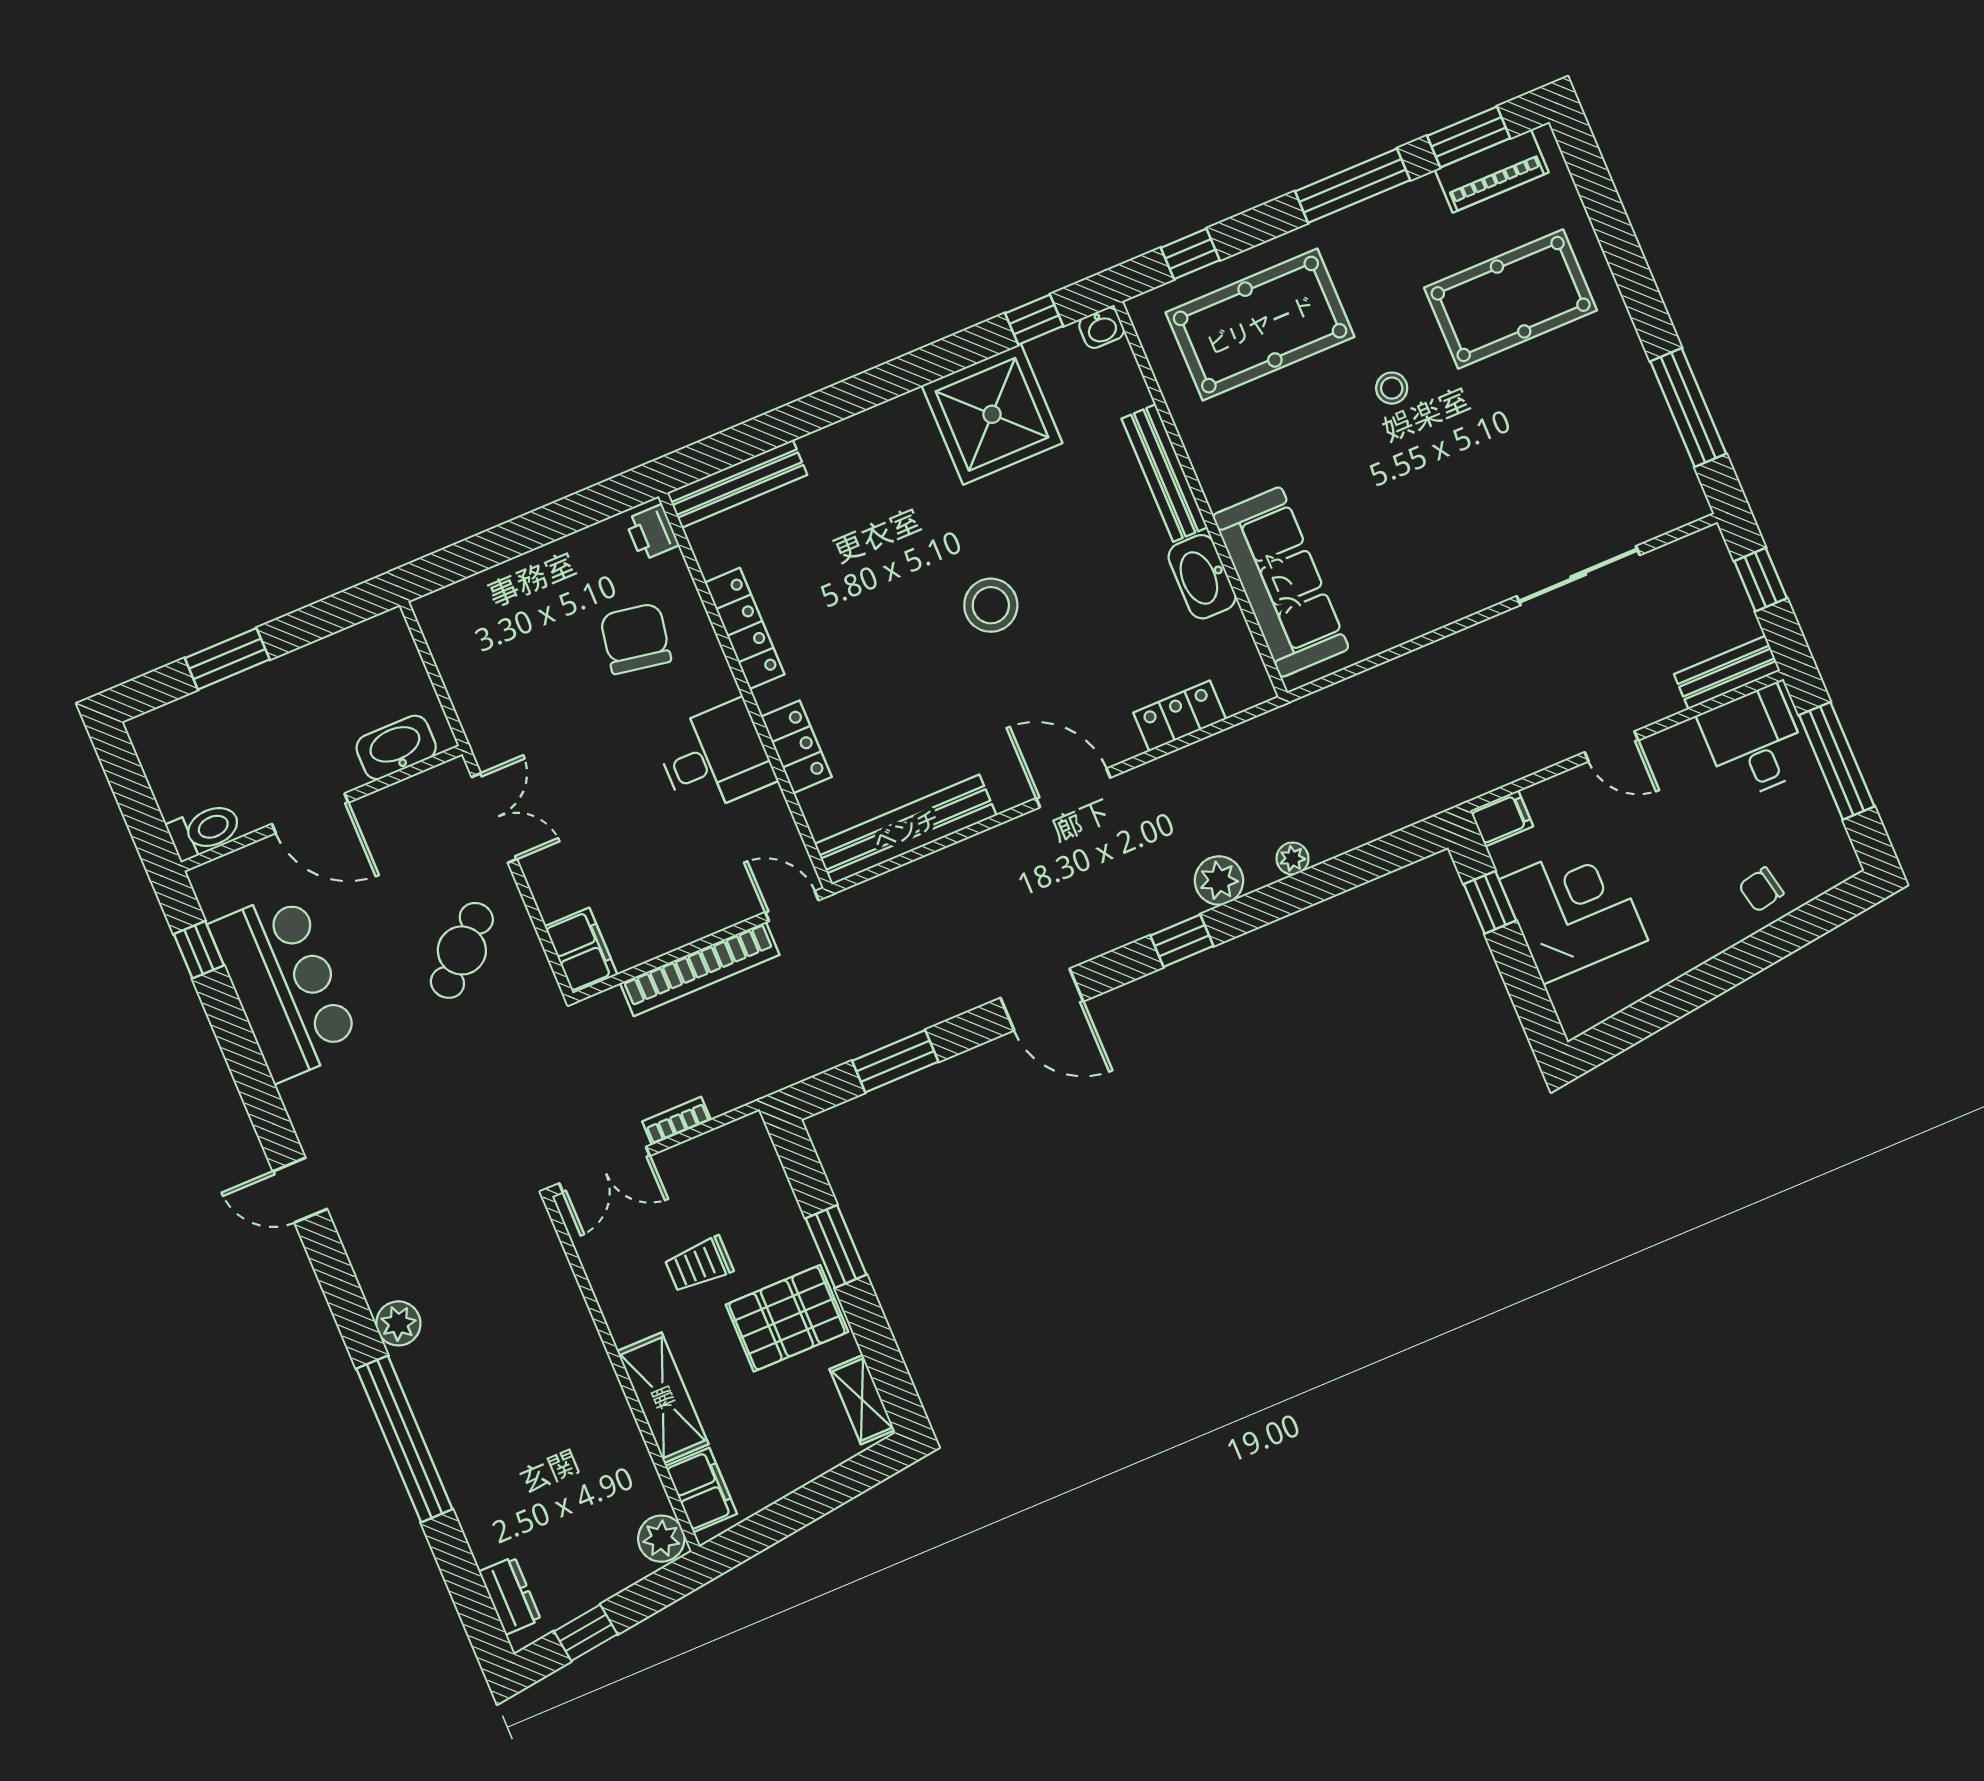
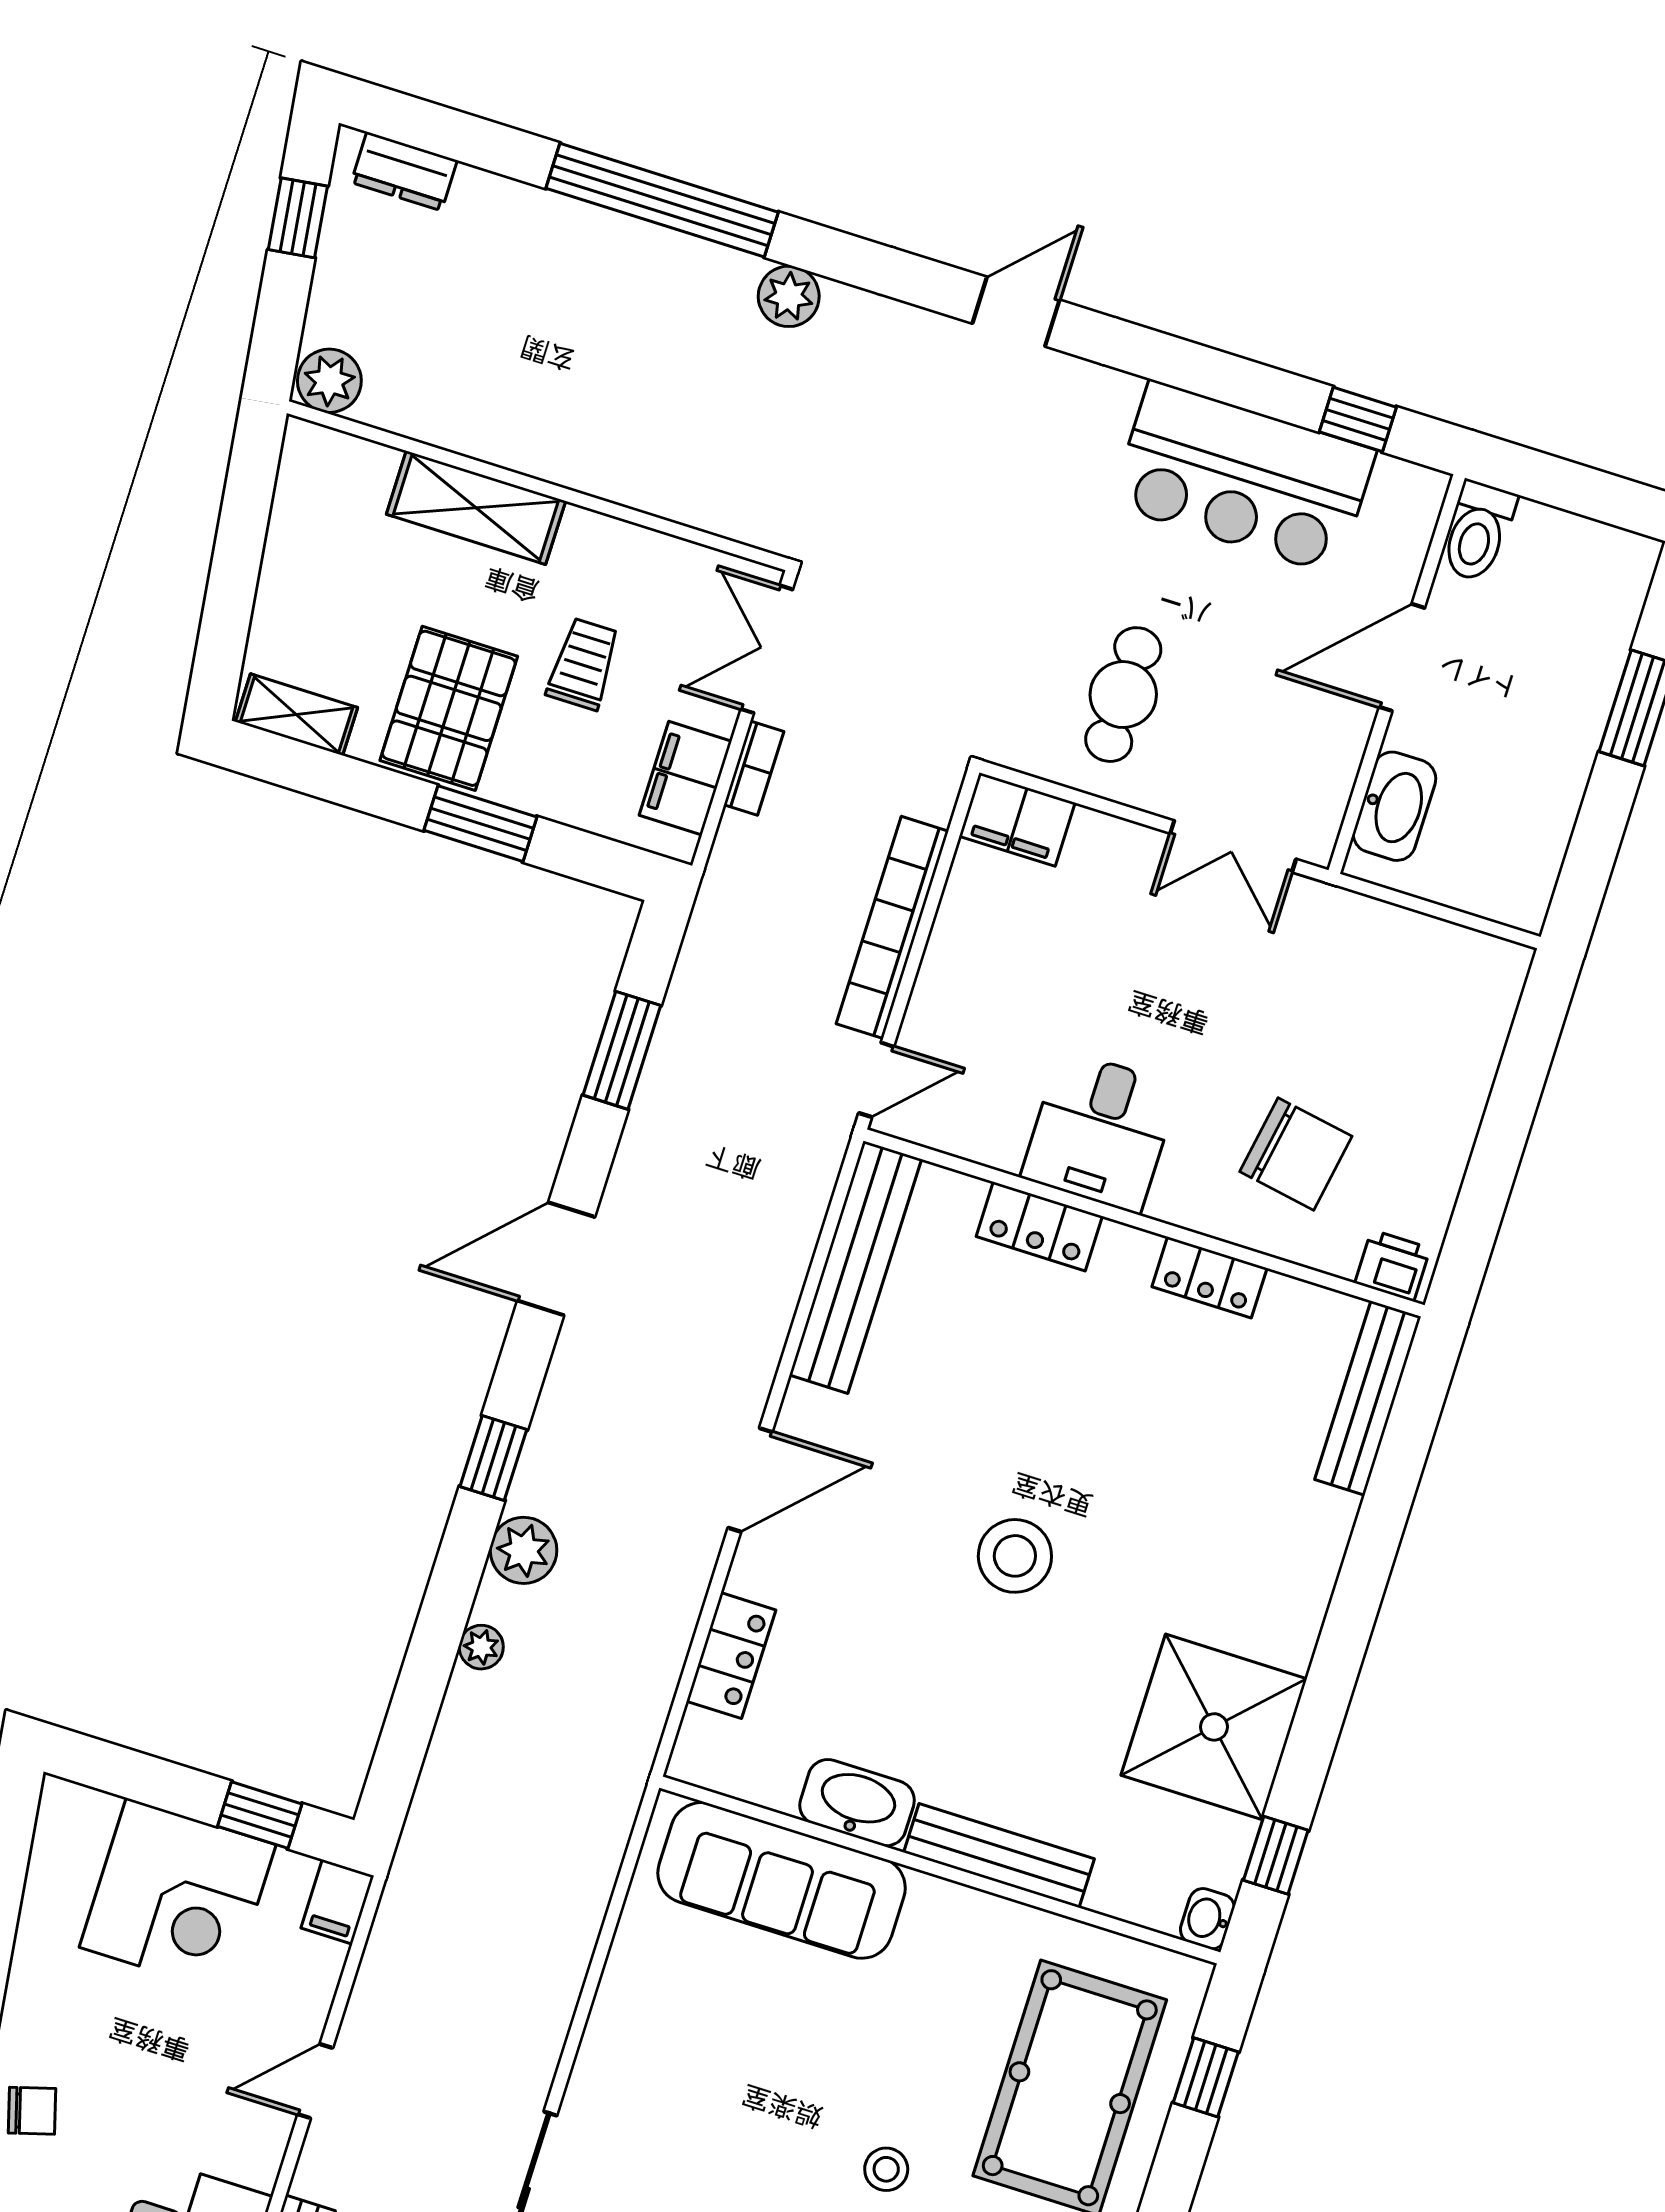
locker: (745, 628) -> (1209, 1277), width x0.66
chair: (1761, 890) -> (32, 2111), turned 86
cafe table: (462, 950) -> (1123, 695), turned 43
filing cabinet: (701, 1490) -> (685, 778), moved, turned 90

